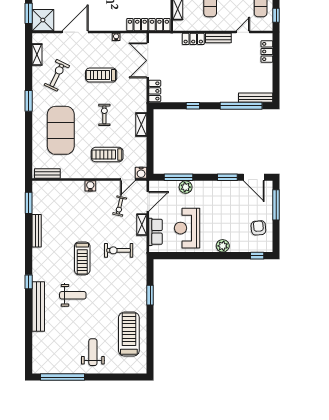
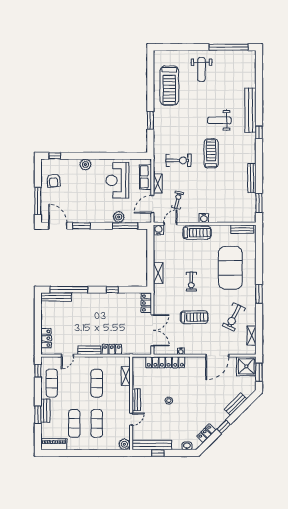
locker: (148, 25) -> (165, 362), moved
treadmill: (107, 155) -> (197, 233), moved
reception desk: (187, 228) -> (117, 180), turned 180

